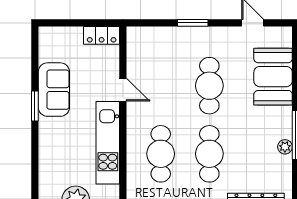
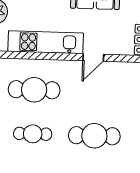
cafe table: (209, 154) -> (33, 134), width x0.73, depth x0.74

